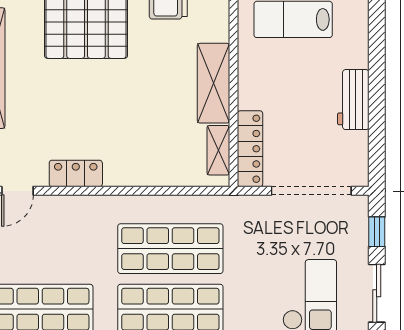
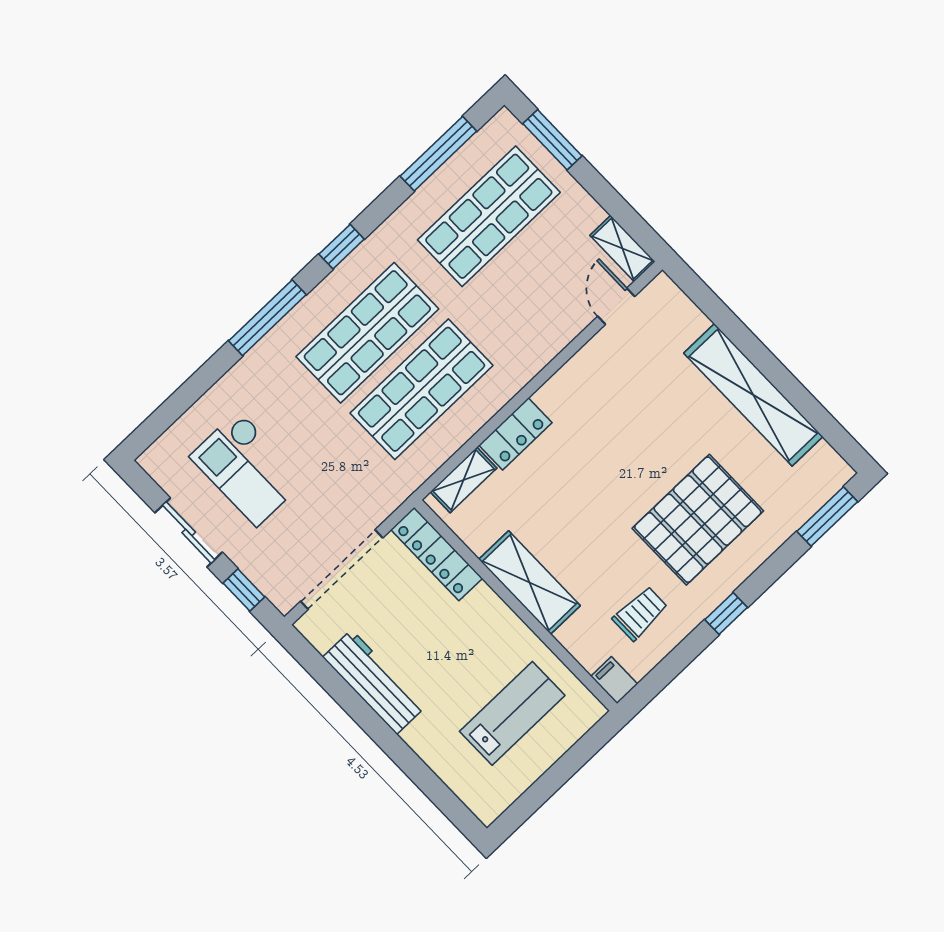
workbench: (353, 100) -> (374, 682), width x1.37
shelving: (218, 150) -> (464, 480), moved, turned 90
locker: (76, 173) -> (515, 434), moved

